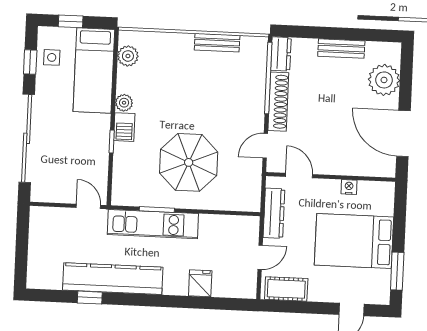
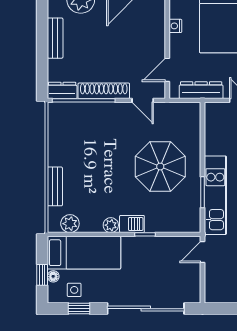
floor lamp: (68, 34) -> (53, 276), added
bench: (217, 43) -> (55, 186), moved

